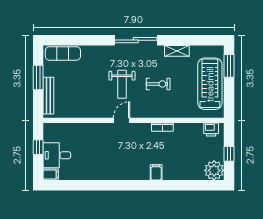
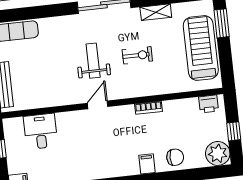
weight bench: (122, 84) -> (93, 61), turned 180
desk: (57, 155) -> (41, 131), moved, turned 90
chair: (179, 170) -> (175, 157), added

